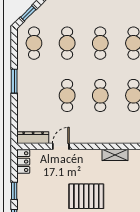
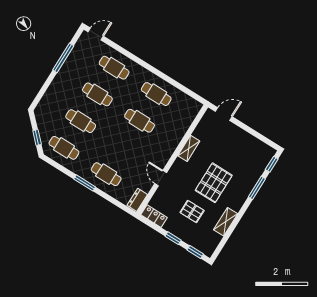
cafe table: (67, 95) -> (106, 174), moved
dresser: (33, 138) -> (137, 200), width x0.70
shelving: (115, 155) -> (189, 148), moved
pallet: (49, 193) -> (192, 211), added

